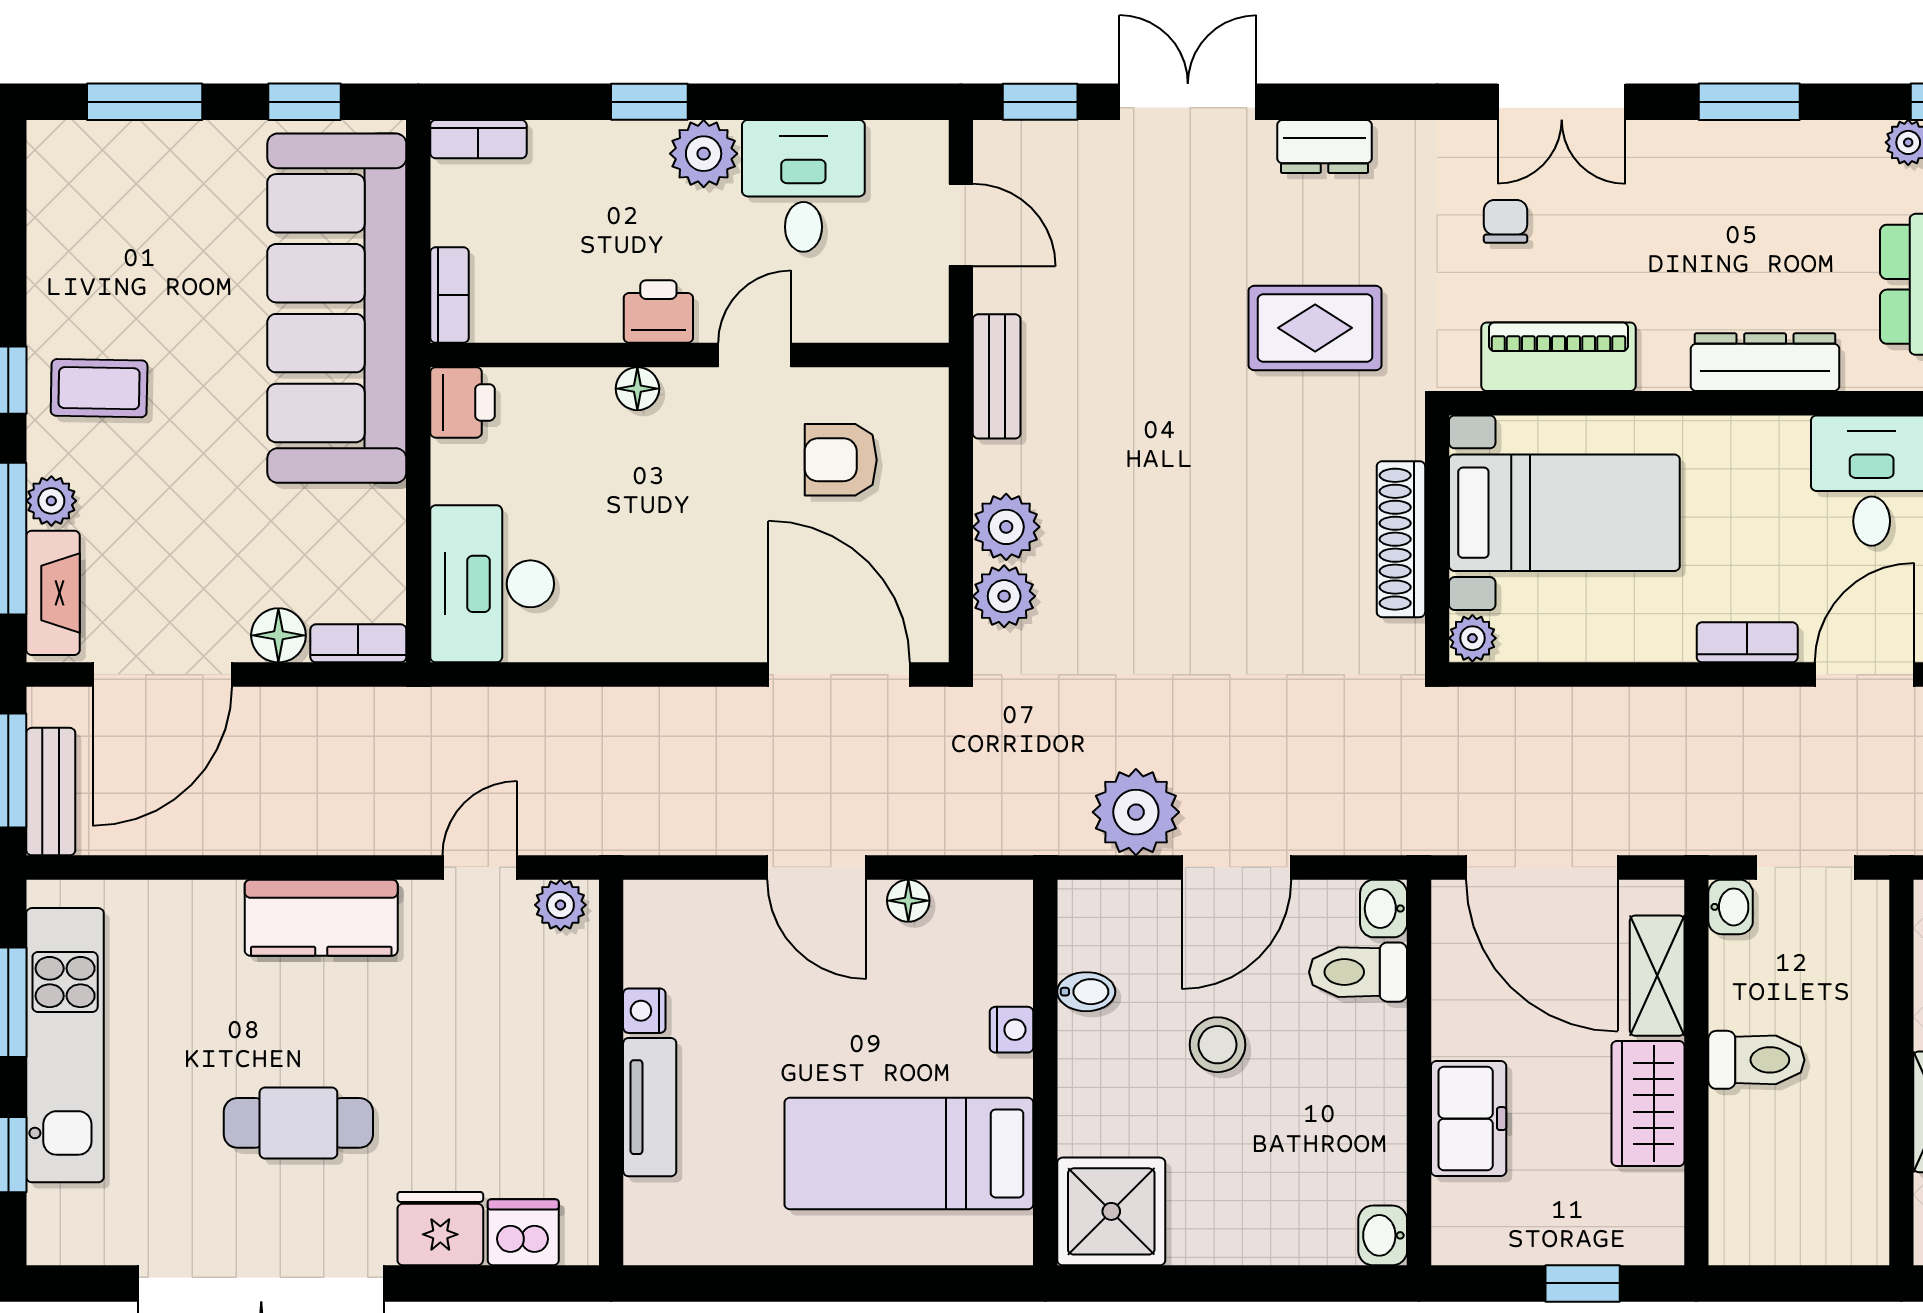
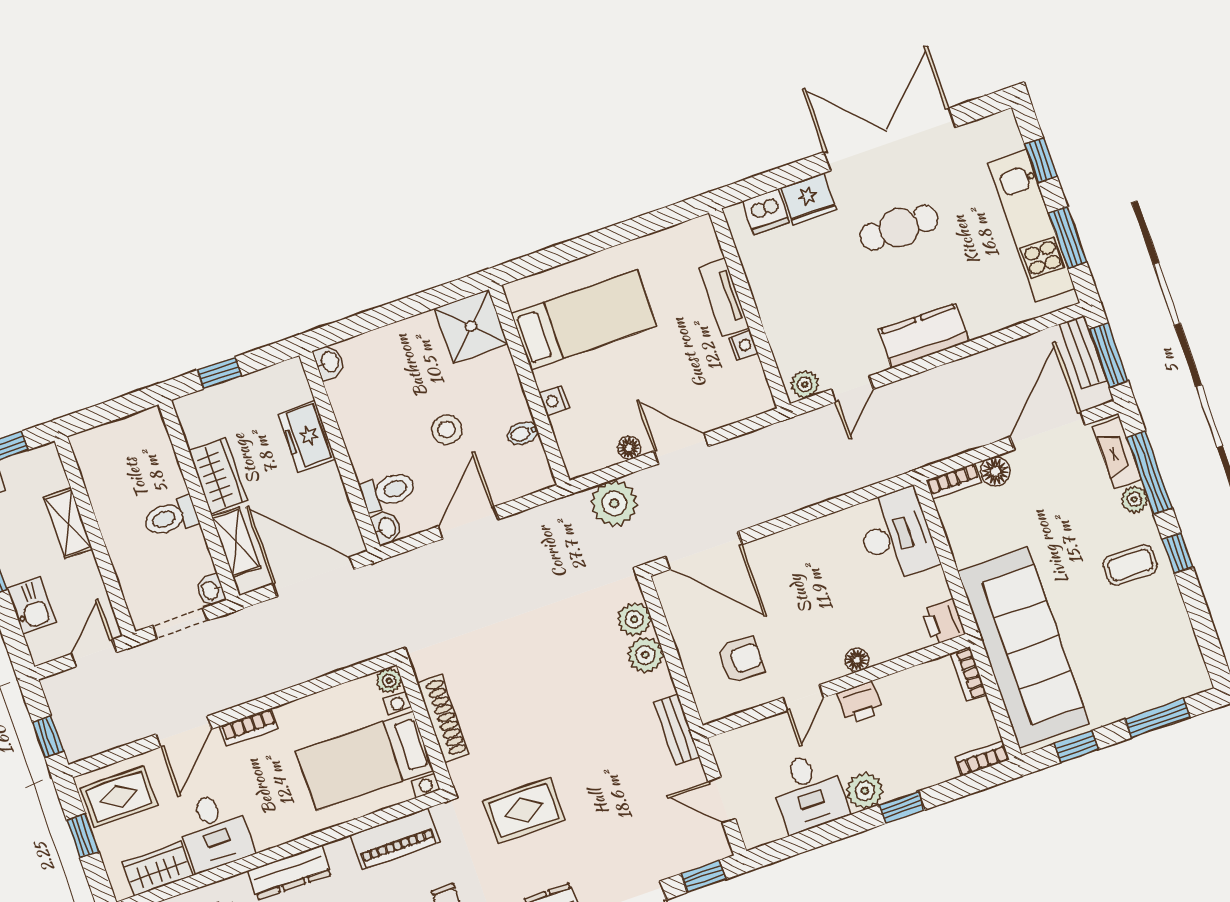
plant: (1136, 812) -> (614, 503), moved

